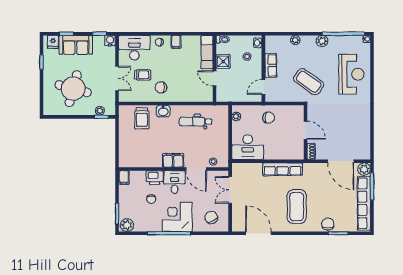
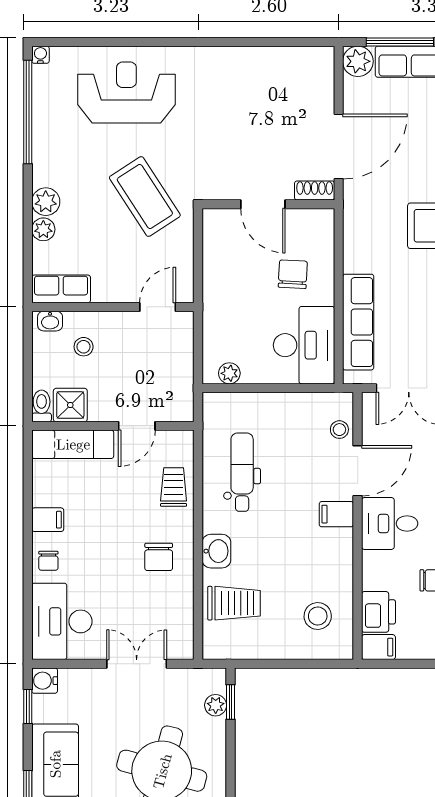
plant: (322, 41) -> (46, 202), moved
shower: (223, 61) -> (70, 405), moved
row of seats: (271, 65) -> (61, 289), moved
trolley: (143, 75) -> (174, 487), moved
coffee table: (309, 82) -> (145, 196), turned -68
door: (263, 87) -> (158, 307), swing flipped
chair: (269, 118) -> (293, 274), moved
dental chair: (196, 122) -> (242, 472), turned 180
door: (305, 130) -> (263, 204), swing flipped
stool: (137, 153) -> (318, 616), added
filing cabinet: (173, 160) -> (336, 514), width x0.50
door: (341, 161) -> (339, 147), moved
row of seats: (283, 169) -> (358, 322), moved
printer: (155, 178) -> (378, 612), moved

